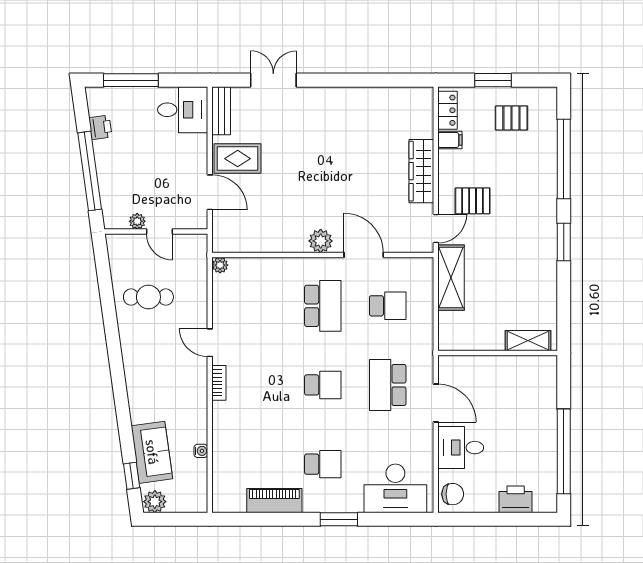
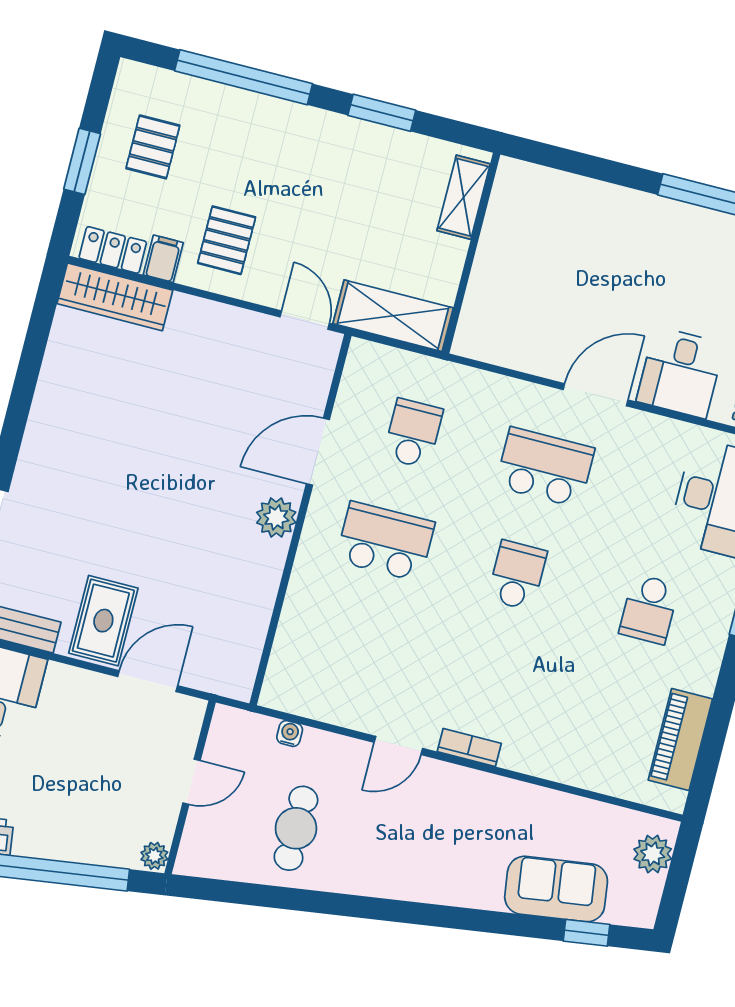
wardrobe: (421, 171) -> (115, 297), moved
pallet: (473, 201) -> (227, 240), moved
plant: (137, 221) -> (154, 856), moved
plant: (220, 265) -> (273, 695), removed
shelving: (528, 341) -> (464, 197), moved
wall: (498, 353) -> (471, 253), moved
school desk: (388, 385) -> (545, 467), turned 180
water cooler: (201, 451) -> (290, 733), moved
school desk: (323, 464) -> (649, 609), turned 180
piano: (274, 501) -> (680, 740), moved
plant: (155, 502) -> (653, 854), moved

